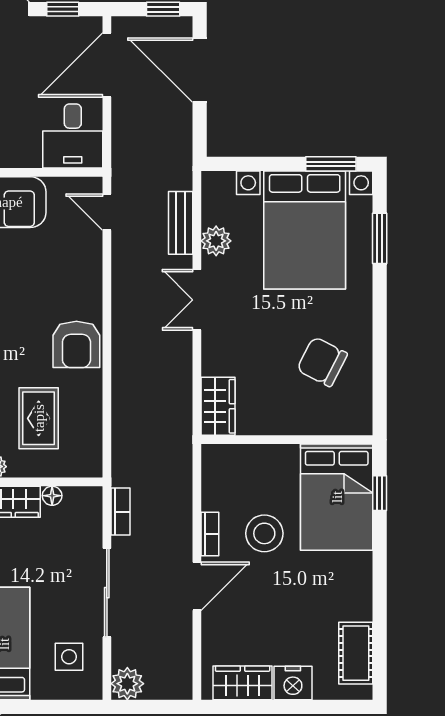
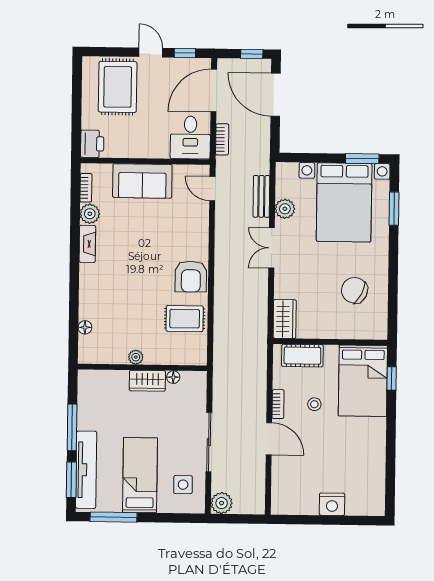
rug: (39, 418) -> (185, 319), moved, turned 90
bookcase: (120, 512) -> (222, 139), moved
stool: (264, 533) -> (314, 404), width x0.53, depth x0.53
door: (197, 586) -> (269, 439), hinge flipped
cot: (356, 653) -> (302, 356), moved, turned 90
wardrobe: (243, 683) -> (298, 504), removed

